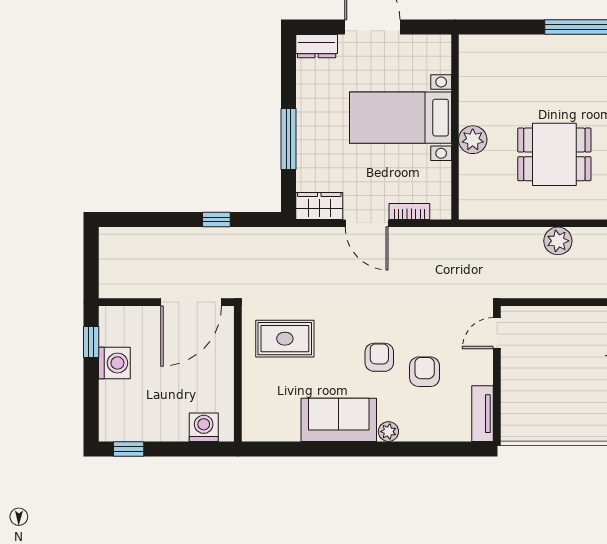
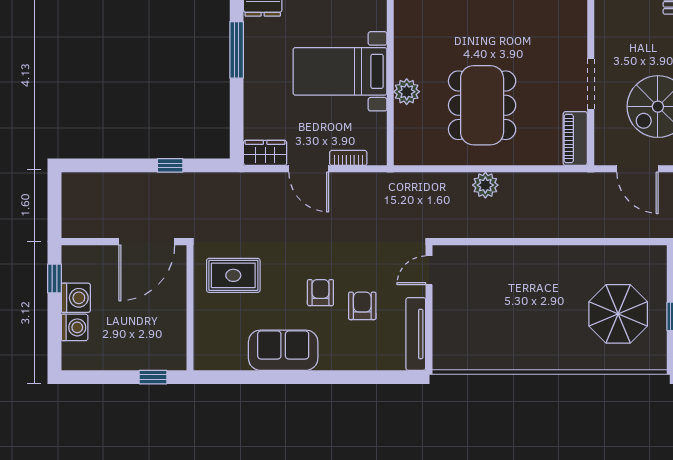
window: (288, 139) -> (237, 50), moved
dining table: (554, 154) -> (482, 105), width x1.38
tv unit: (483, 414) -> (416, 334), width x1.41
washing machine: (204, 427) -> (75, 327), moved, turned 90
plant: (388, 432) -> (329, 361), removed
window: (129, 449) -> (153, 377), moved

